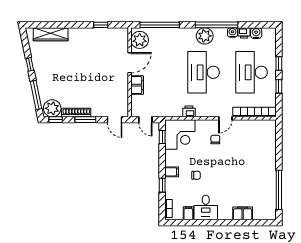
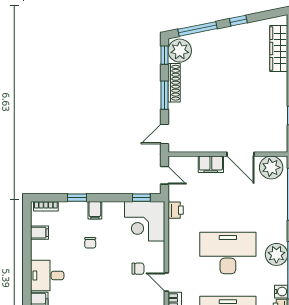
printer: (189, 111) -> (176, 210), moved
door: (145, 120) -> (164, 175), swing flipped
desk: (206, 207) -> (47, 275), moved

